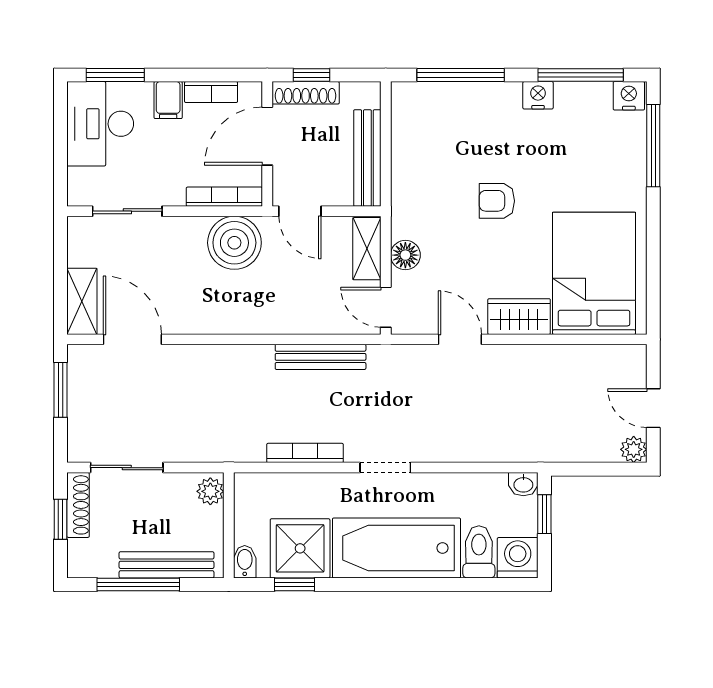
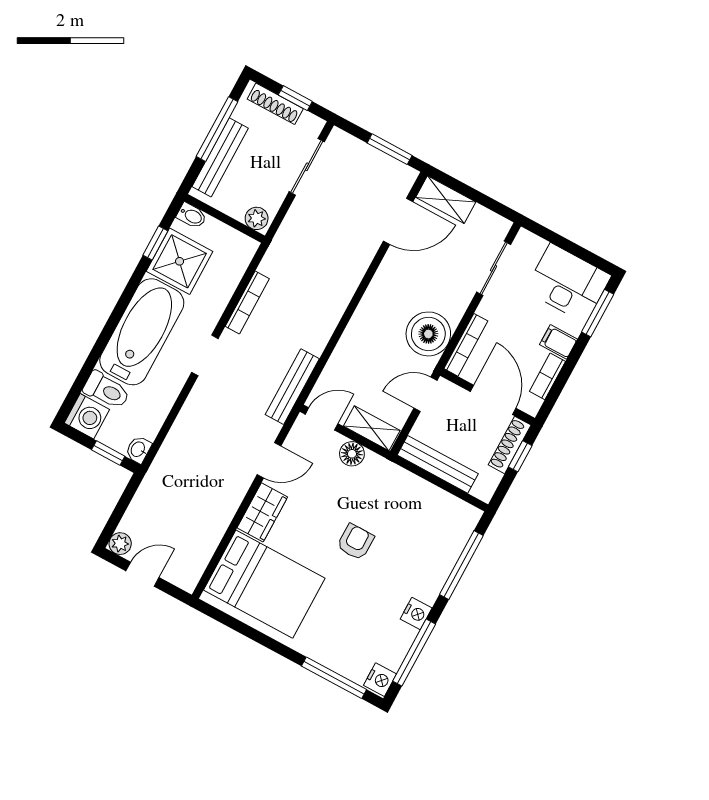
bench: (321, 357) -> (292, 387), moved
shoe rack: (78, 505) -> (275, 104), moved

